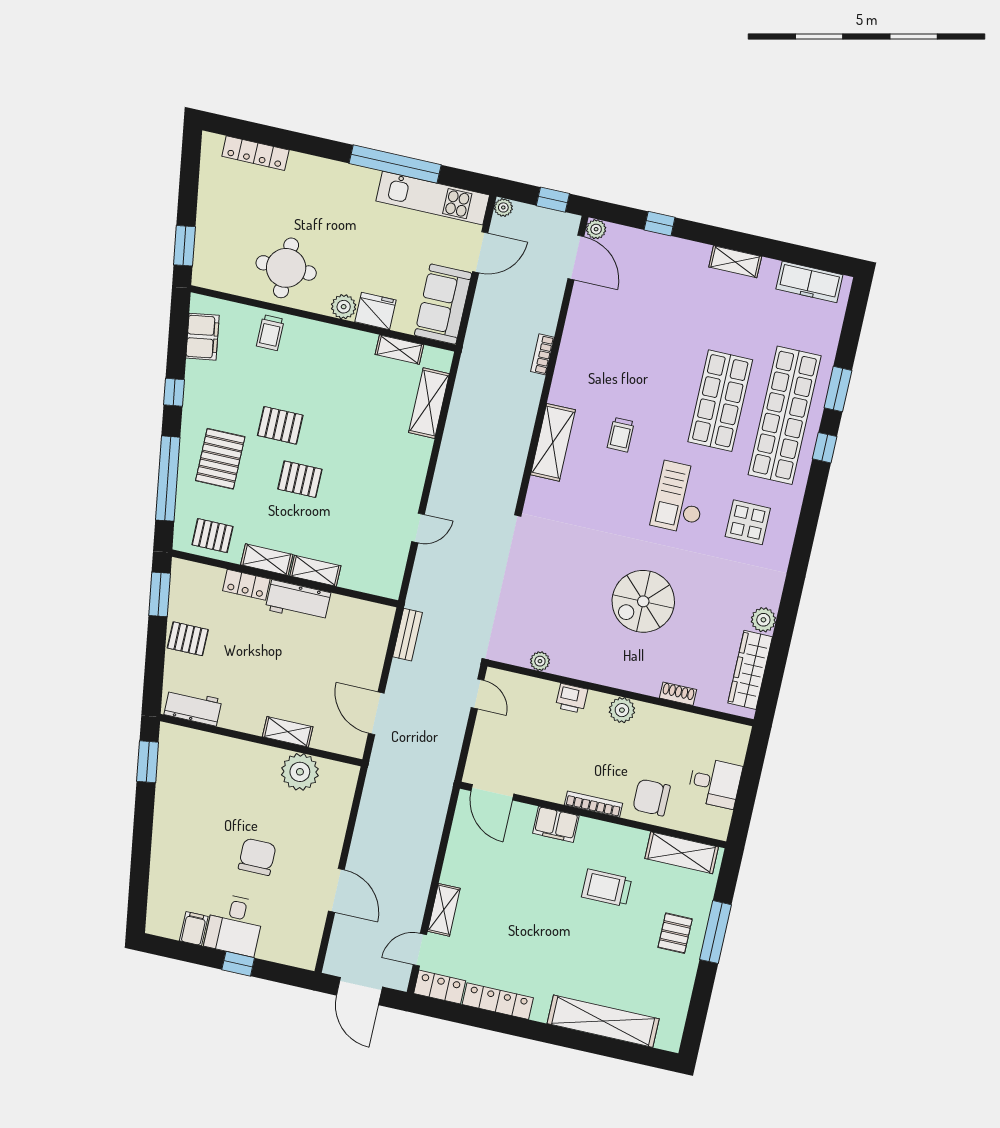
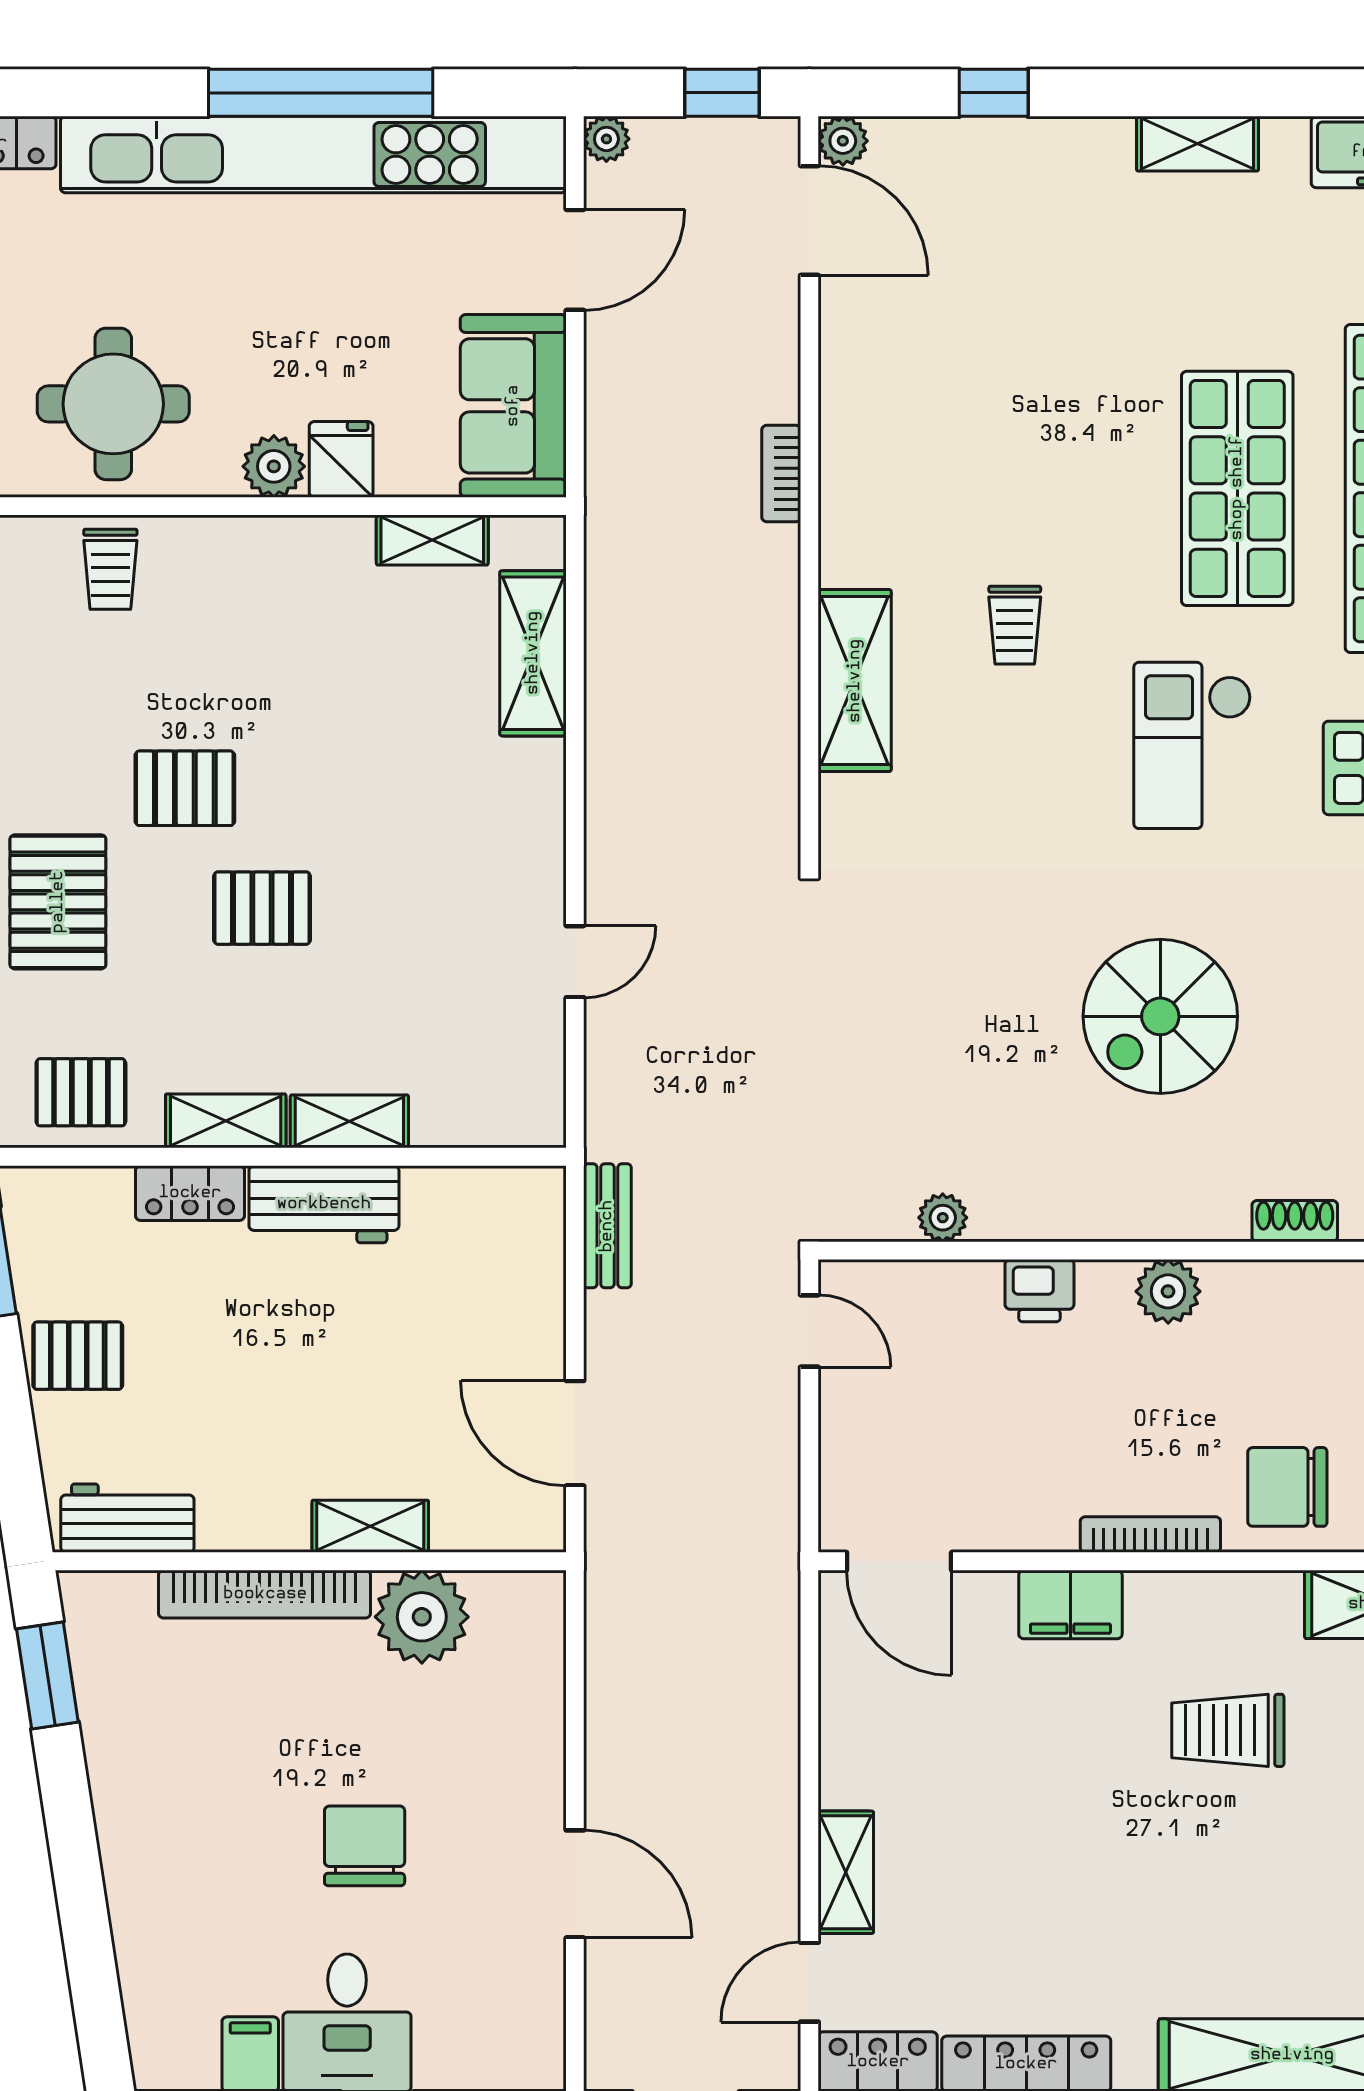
kitchen unit: (433, 198) -> (313, 155), width x1.86
fridge: (376, 311) -> (341, 459), width x0.72
bookcase: (240, 749) -> (265, 1594), added

